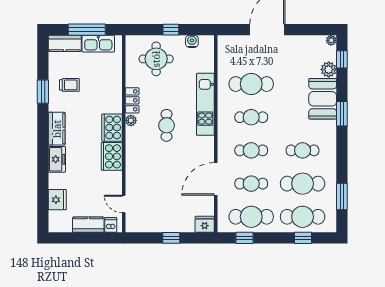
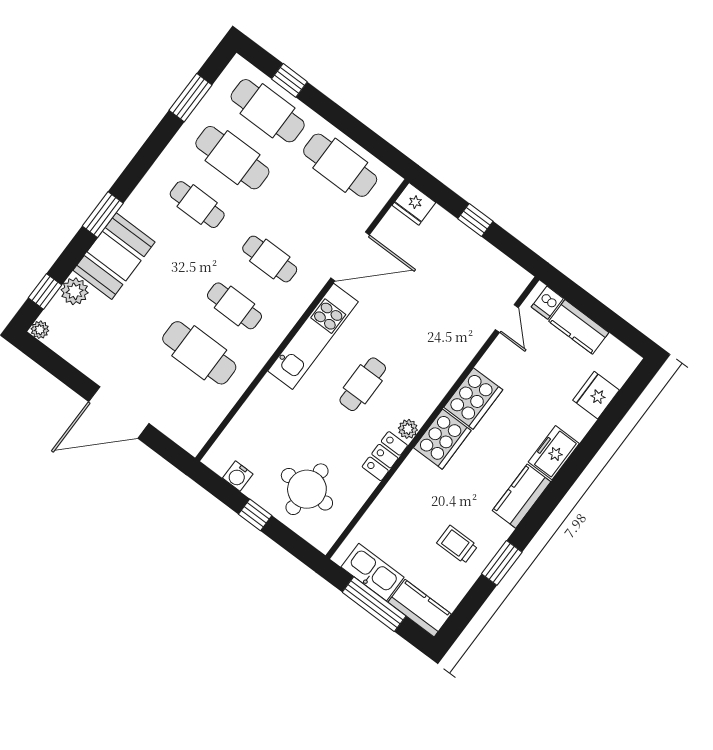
kitchen unit: (205, 104) -> (313, 336), moved
cafe table: (251, 184) -> (305, 212), removed
window: (245, 238) -> (372, 142), removed

